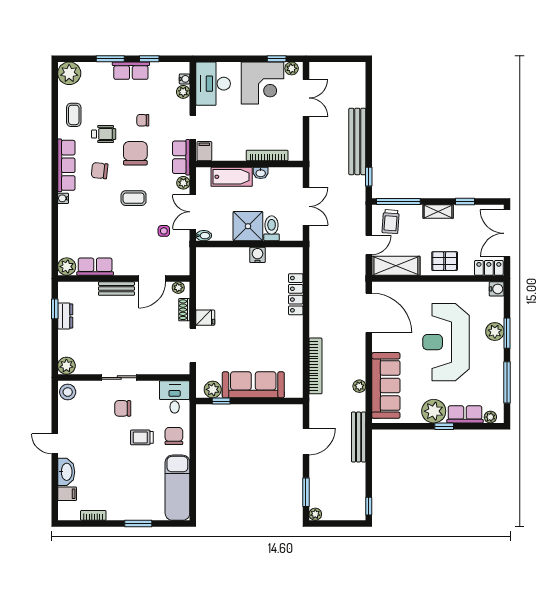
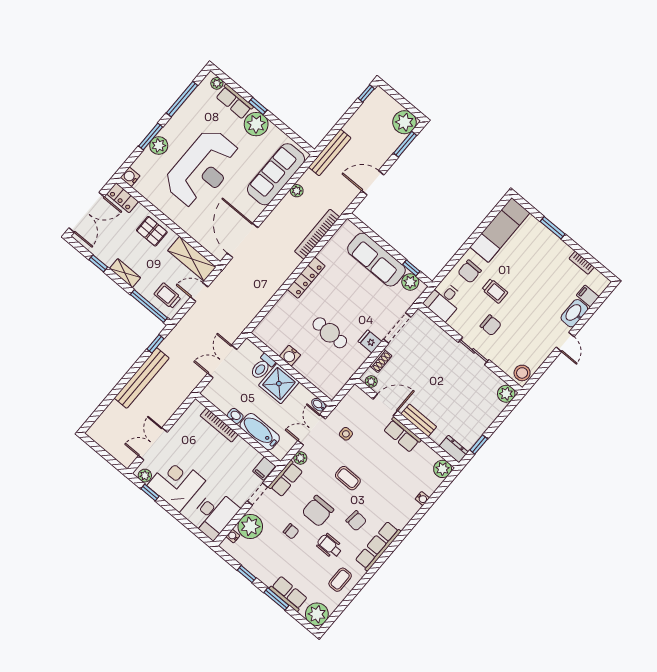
row of seats: (131, 71) -> (288, 594), moved
plant: (183, 92) -> (250, 526), width x1.87, depth x1.87
water cooler: (63, 198) -> (422, 499), moved
double door: (193, 212) -> (312, 430), swing flipped
trolley: (391, 222) -> (168, 296), turned -94
row of seats: (95, 267) -> (402, 435), moved
locker: (296, 294) -> (306, 278), moved
cafe table: (242, 298) -> (330, 333), added
dresser: (65, 316) -> (454, 449), moved, turned 90
plant: (315, 514) -> (404, 122), width x1.88, depth x1.88

